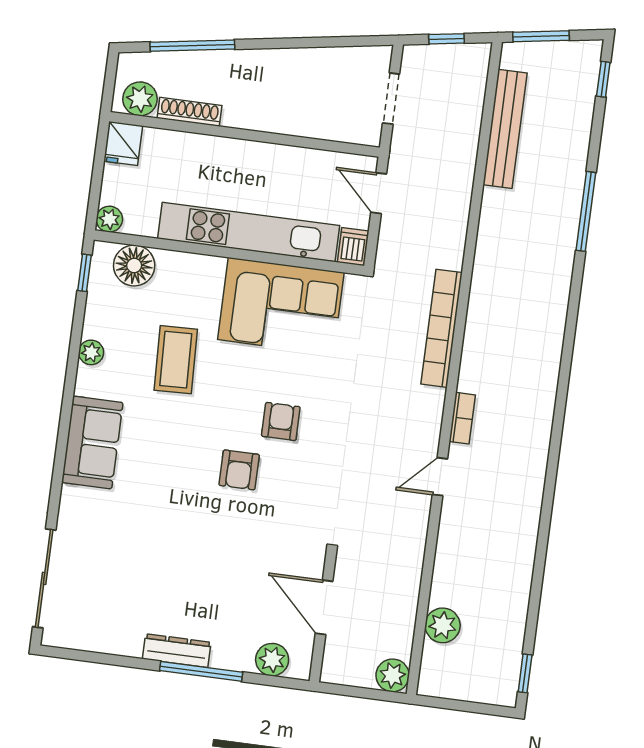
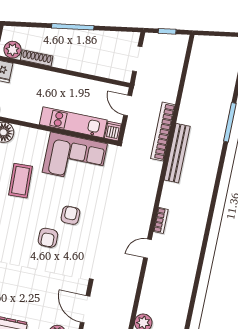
window: (541, 36) -> (214, 34), removed
window: (192, 46) -> (73, 27), moved
bench: (505, 129) -> (177, 153), moved
kitchen unit: (249, 232) -> (73, 122), width x0.73
bookcase: (442, 328) -> (163, 132), moved

